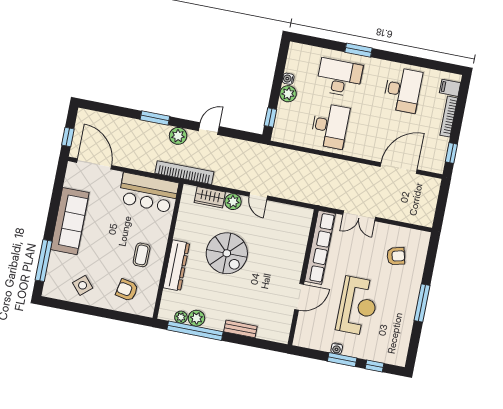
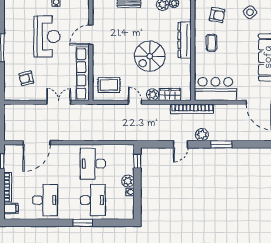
desk: (339, 78) -> (93, 200), turned -90
desk: (403, 90) -> (45, 200), turned 180
rug: (288, 226) -> (109, 85), added
spiral stairs: (227, 253) -> (150, 56), turned -90
reception desk: (358, 306) -> (47, 36), turned 180

